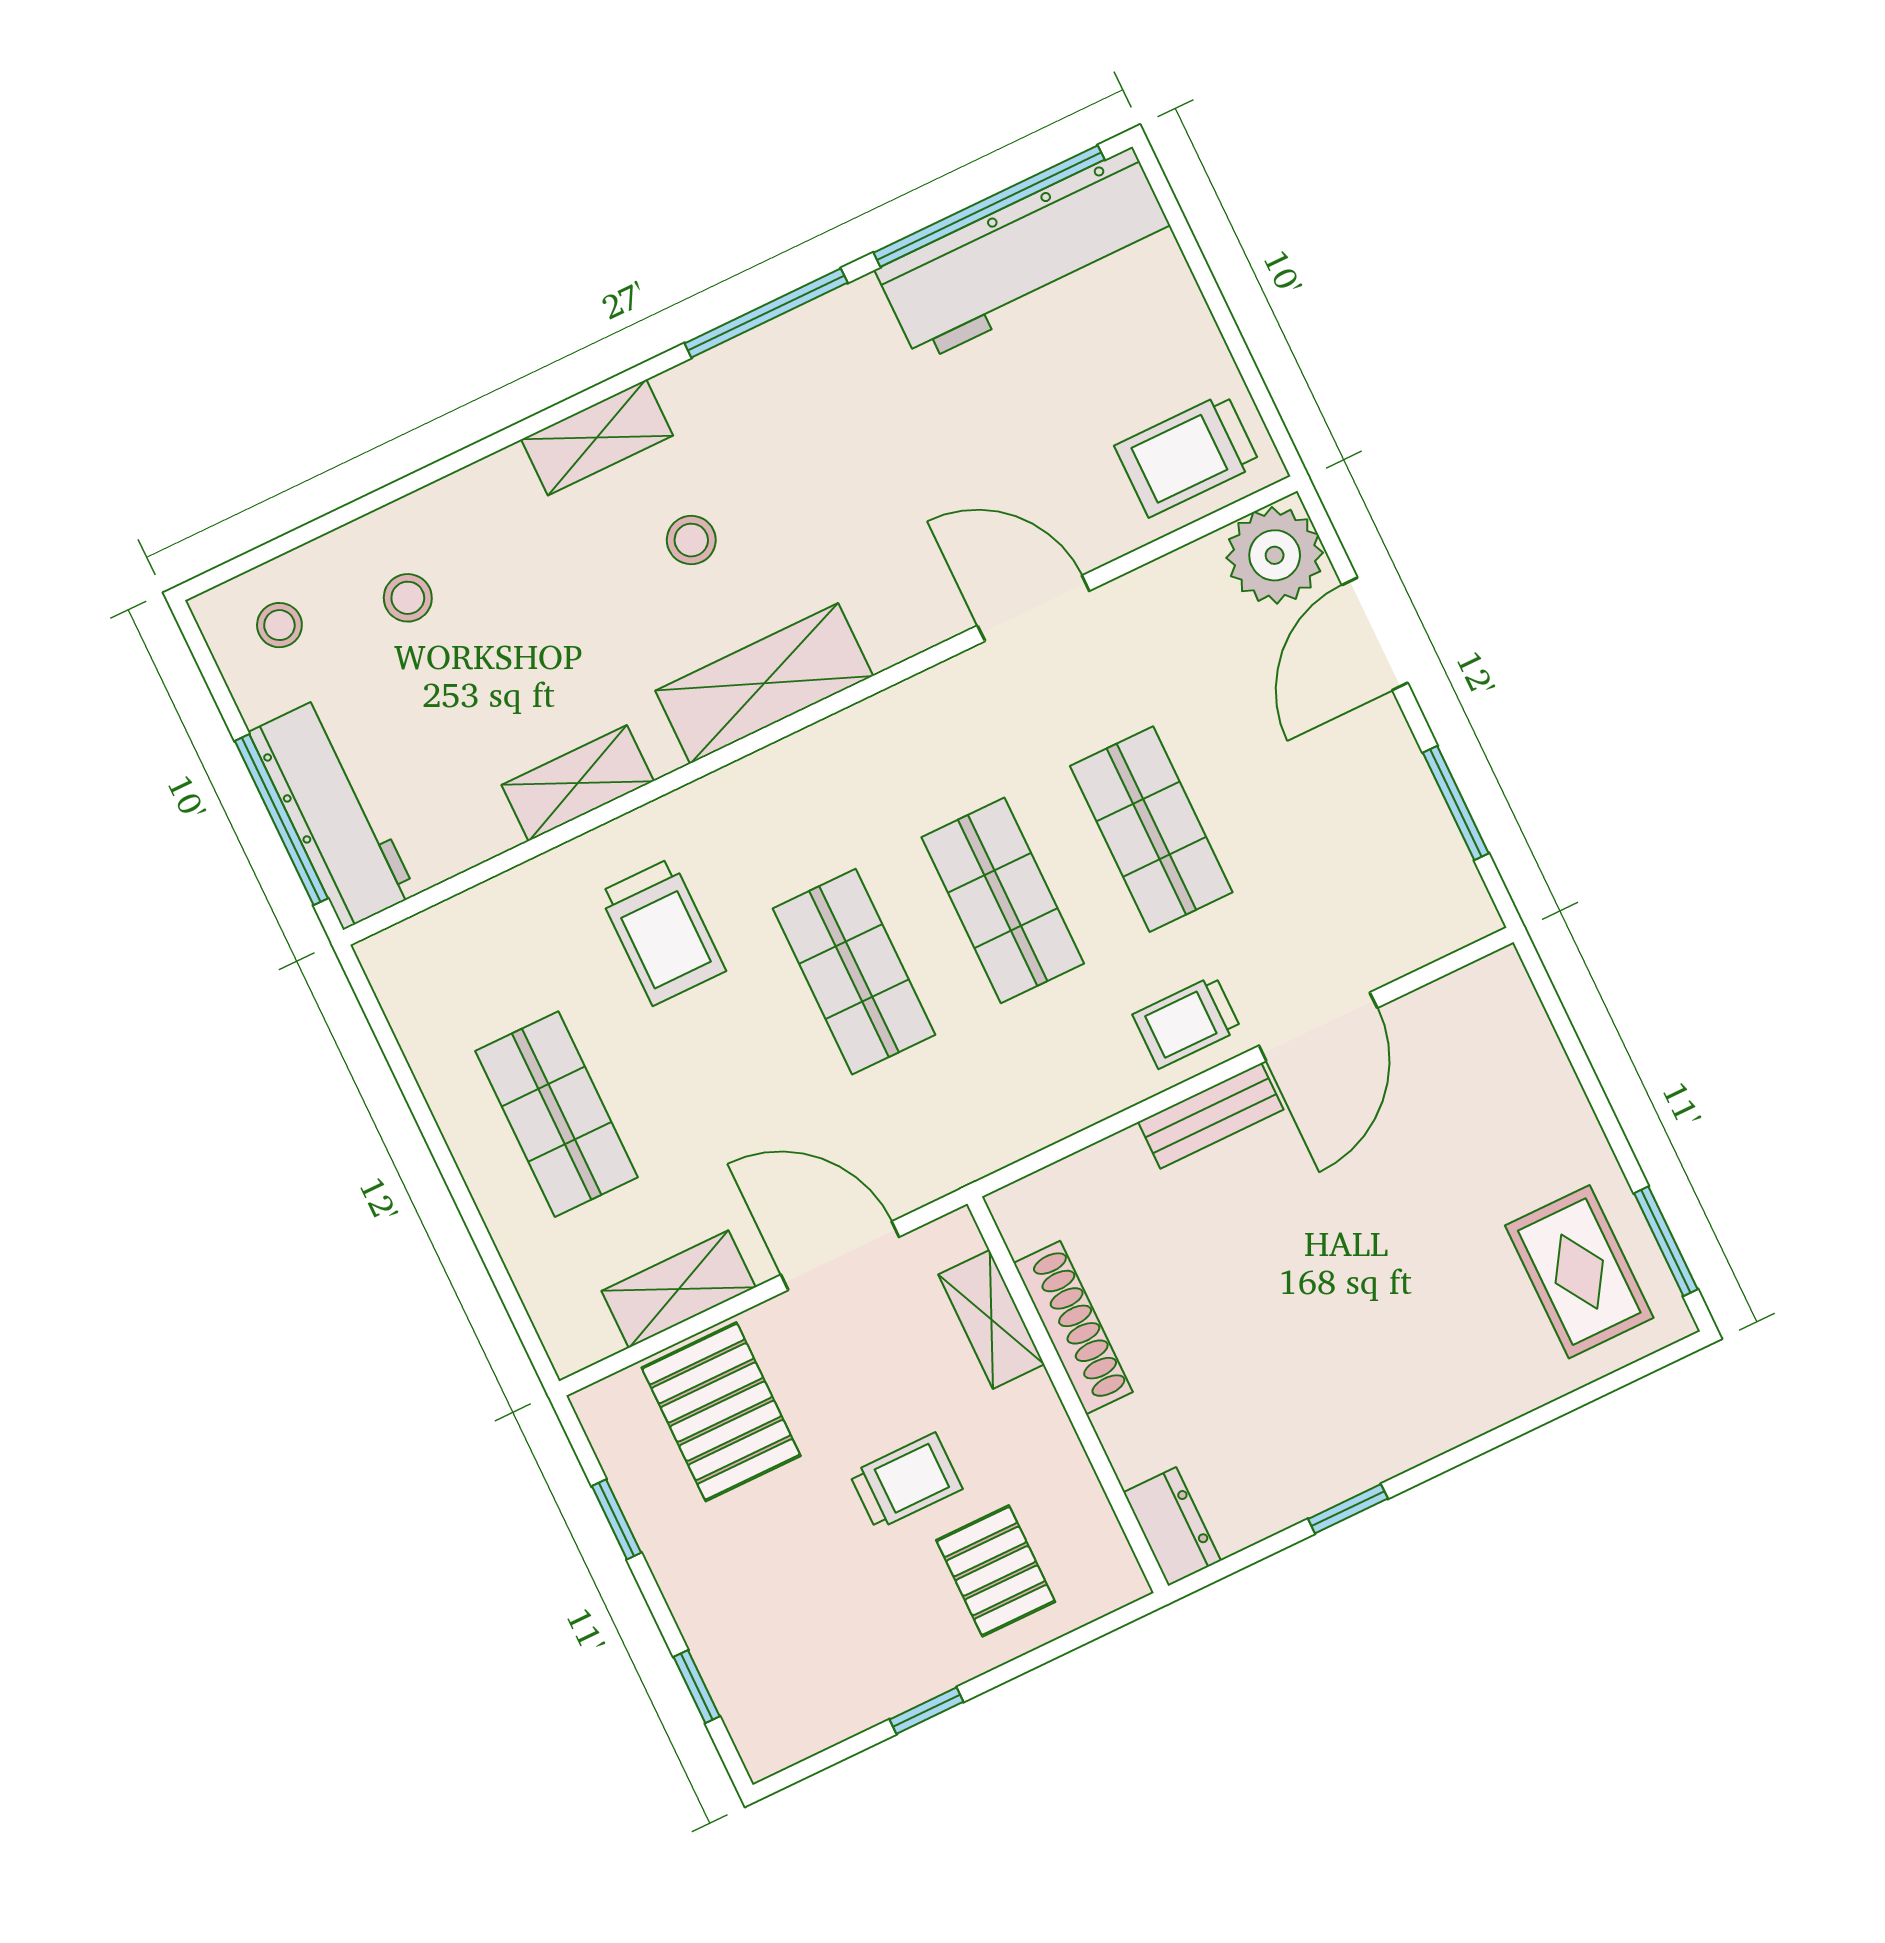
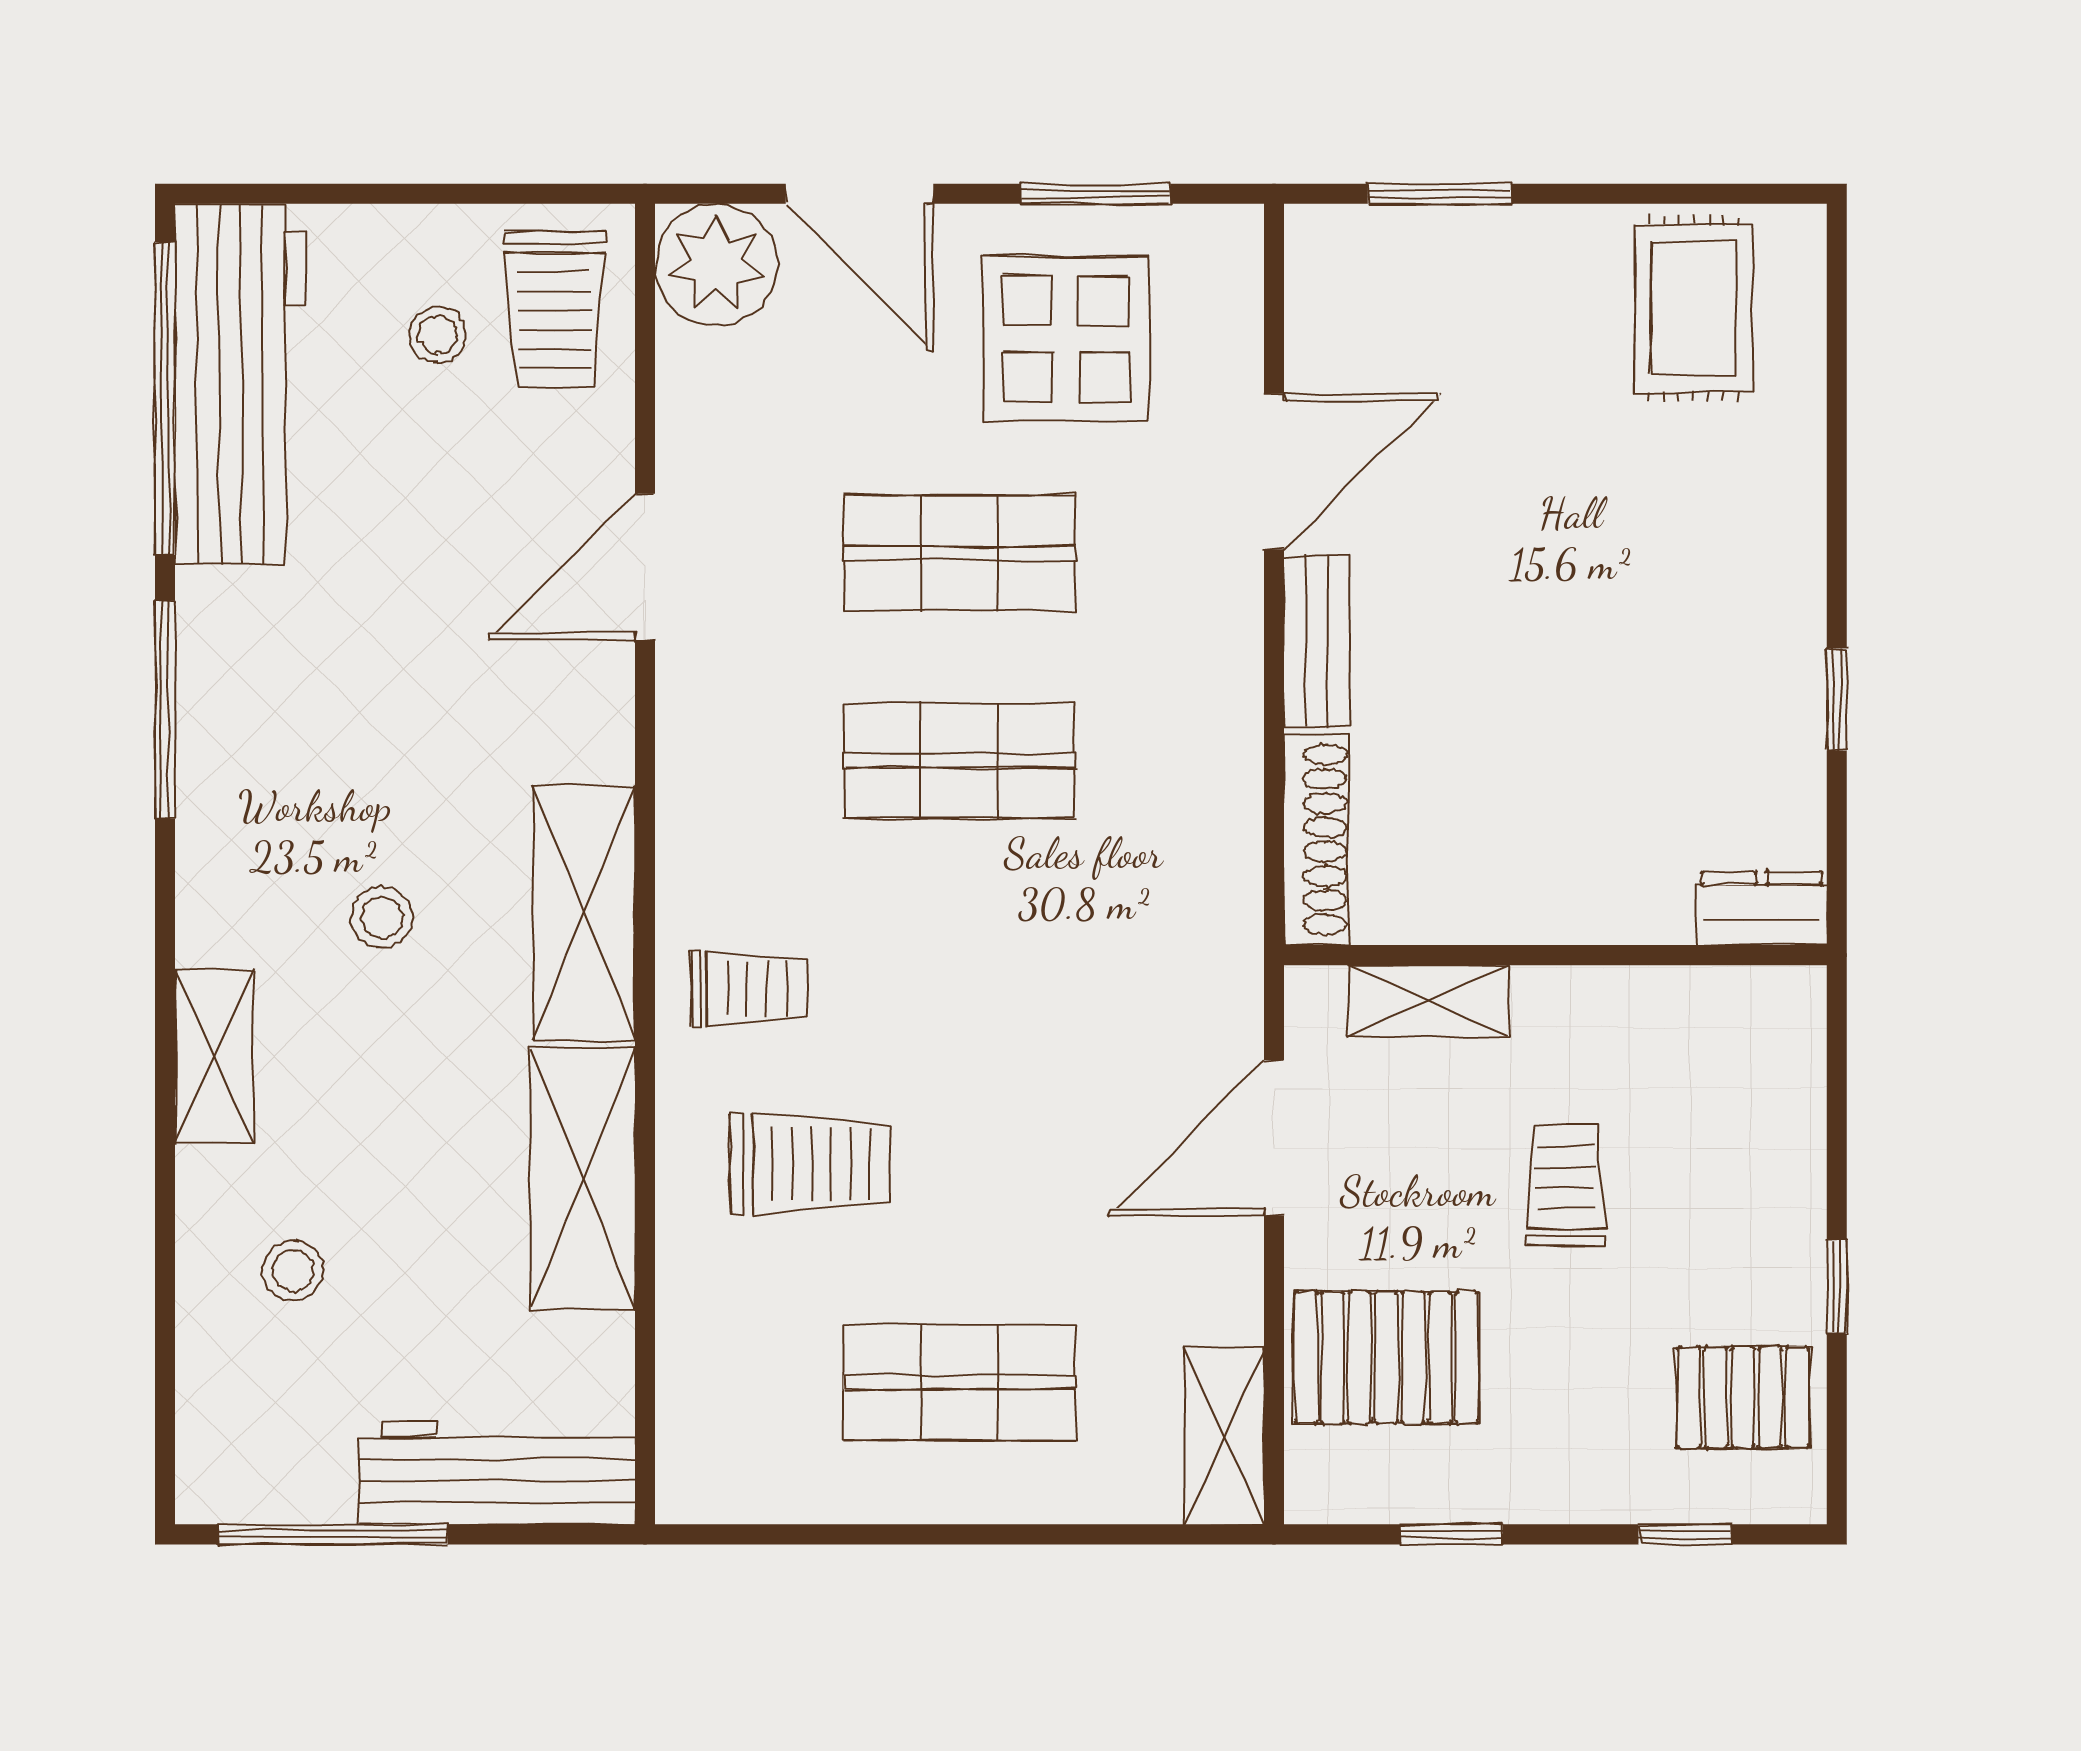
shelving: (597, 437) -> (214, 1056), moved
stool: (279, 625) -> (438, 335), moved
shelving: (578, 783) -> (583, 1178), width x1.50, depth x1.33
window: (281, 820) -> (333, 1534), moved
display table: (1342, 832) -> (1066, 339), added
shop shelf: (854, 972) -> (960, 968), removed
trolley: (1187, 1022) -> (749, 988), moved, turned -90
door: (1318, 1027) -> (1274, 471), hinge flipped
window: (1666, 1241) -> (1439, 194), moved
rug: (1579, 1272) -> (1694, 308), turned 90
shelving: (679, 1289) -> (1224, 1436), moved
shoe rack: (1073, 1328) -> (1317, 840), moved, turned 90
pallet: (996, 1571) -> (1743, 1397), moved

